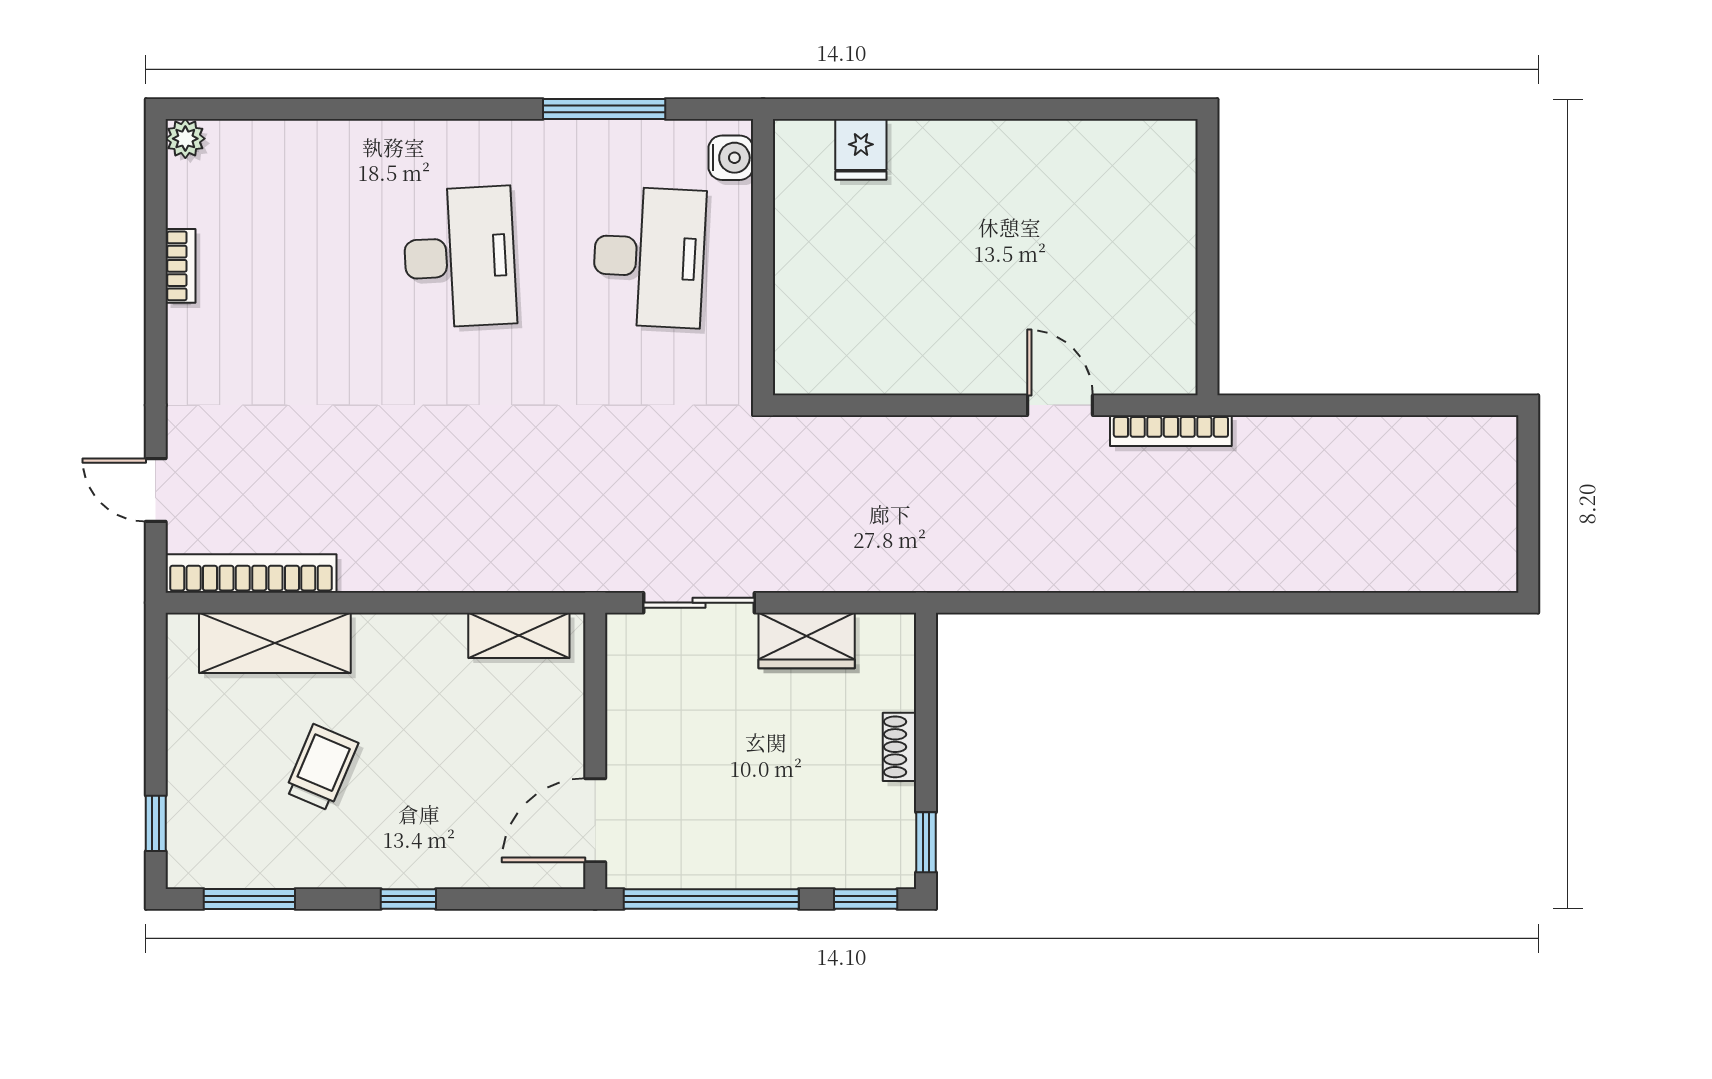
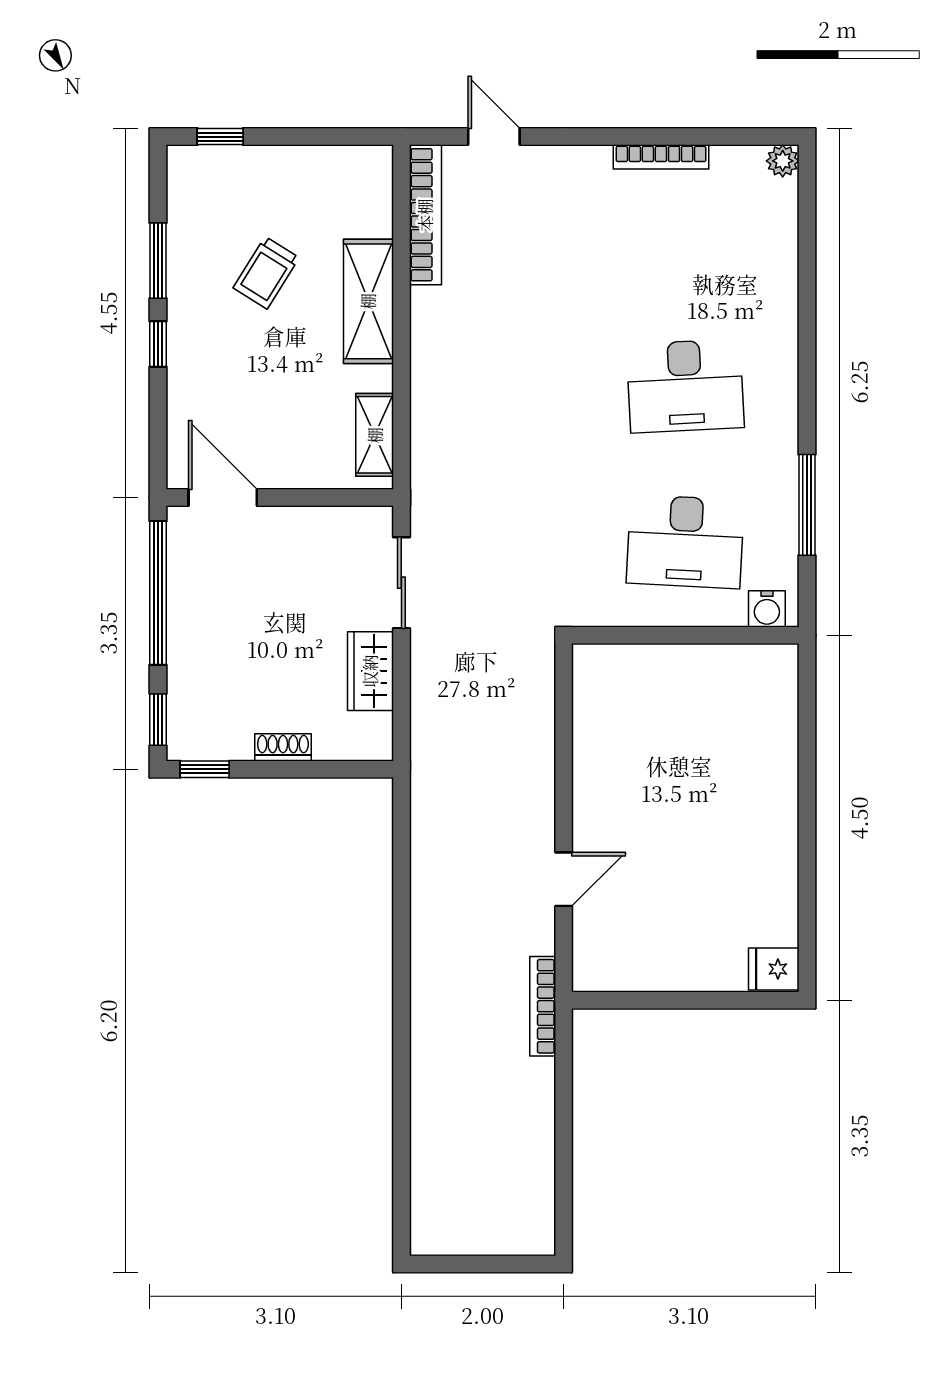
fridge: (861, 149) -> (774, 969), moved
bookcase: (180, 266) -> (661, 157), width x1.56
bookcase: (1171, 431) -> (543, 1006), moved
door: (156, 490) -> (494, 137), hinge flipped
shelving: (275, 643) -> (368, 301), moved
trolley: (322, 768) -> (266, 273), turned 99
window: (249, 899) -> (158, 261), moved

